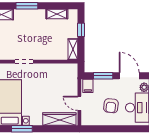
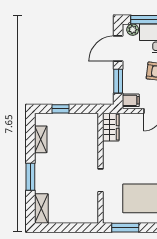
shelving: (73, 49) -> (85, 119), removed
wardrobe: (67, 70) -> (111, 127), added

